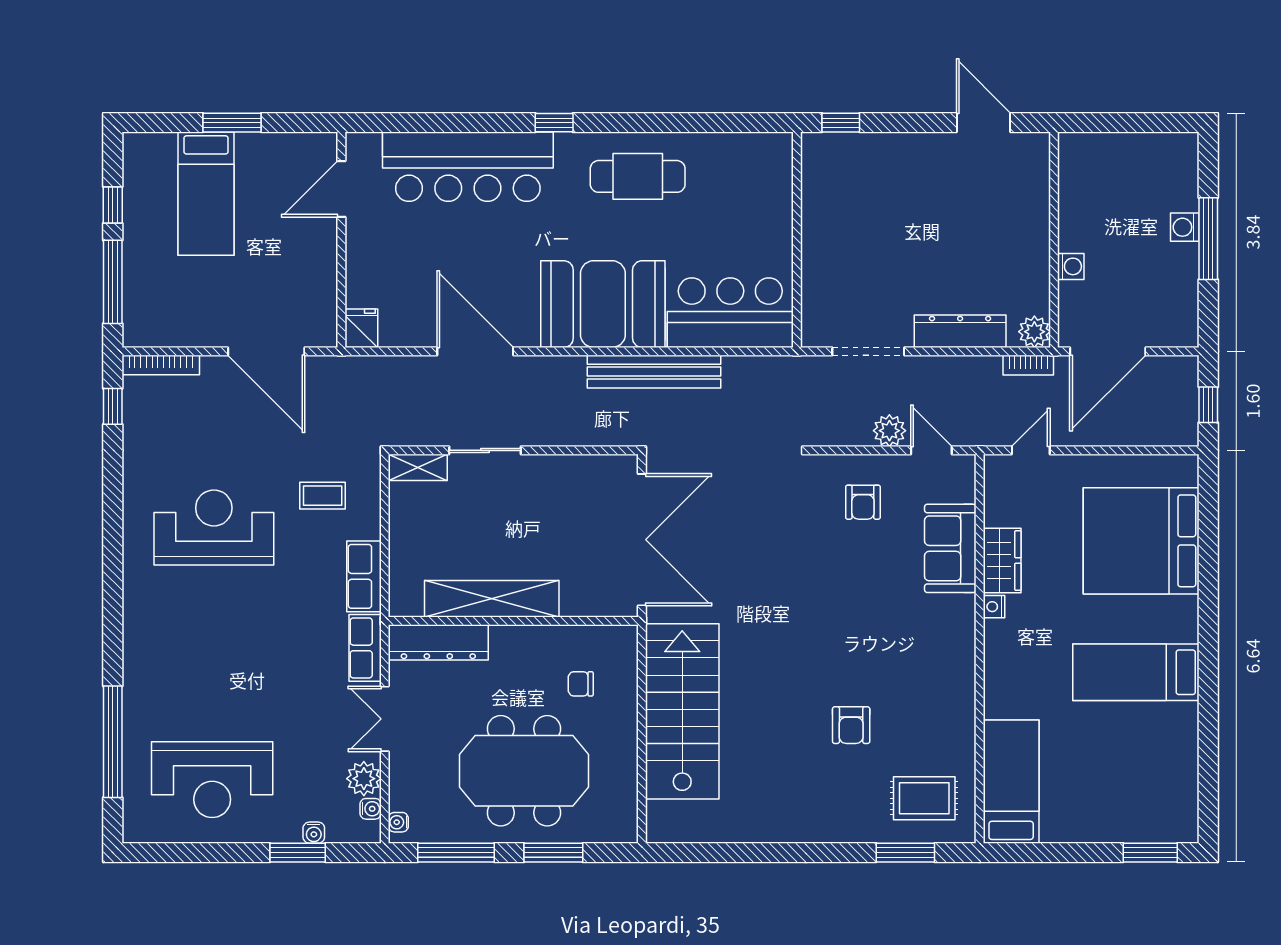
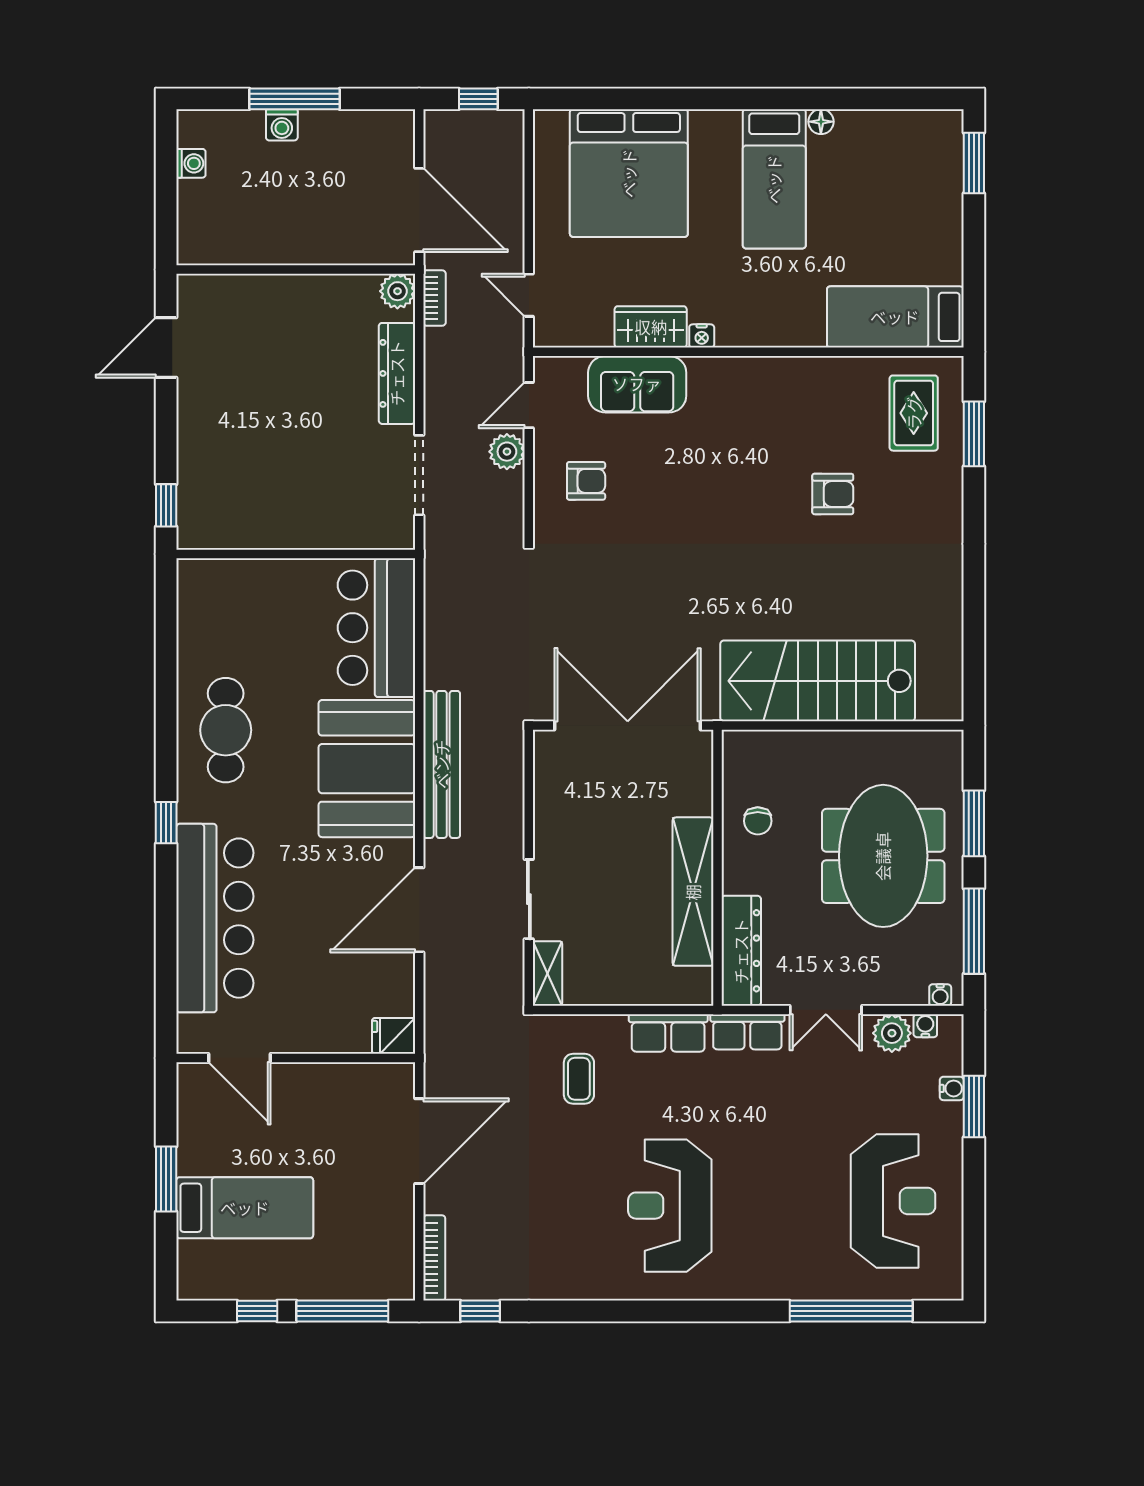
washing machine: (1071, 266) -> (191, 163), moved, turned 90
bench: (654, 372) -> (442, 764), moved
reception desk: (214, 528) -> (670, 1206), moved
chair: (581, 684) -> (758, 821), moved
floor lamp: (1188, 714) -> (821, 122), added

